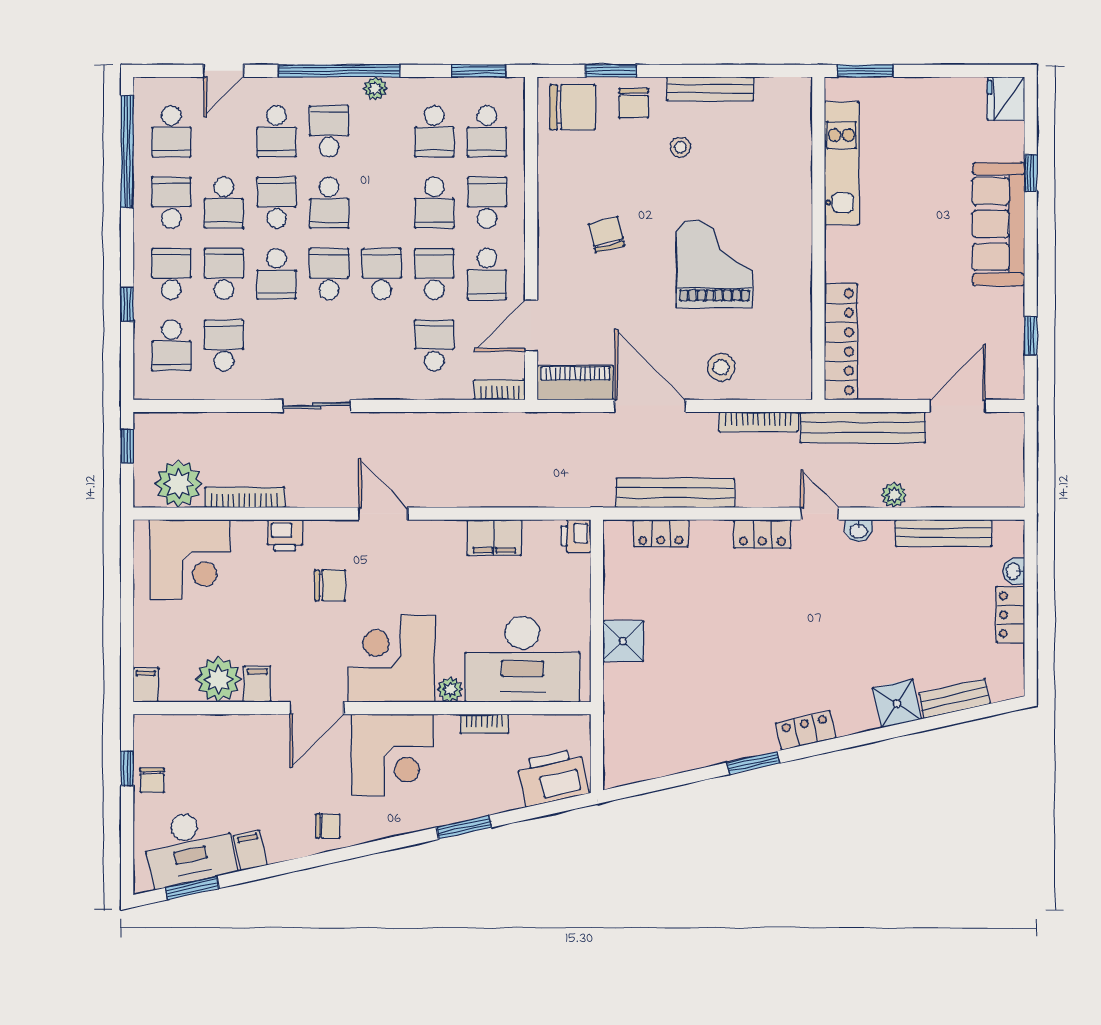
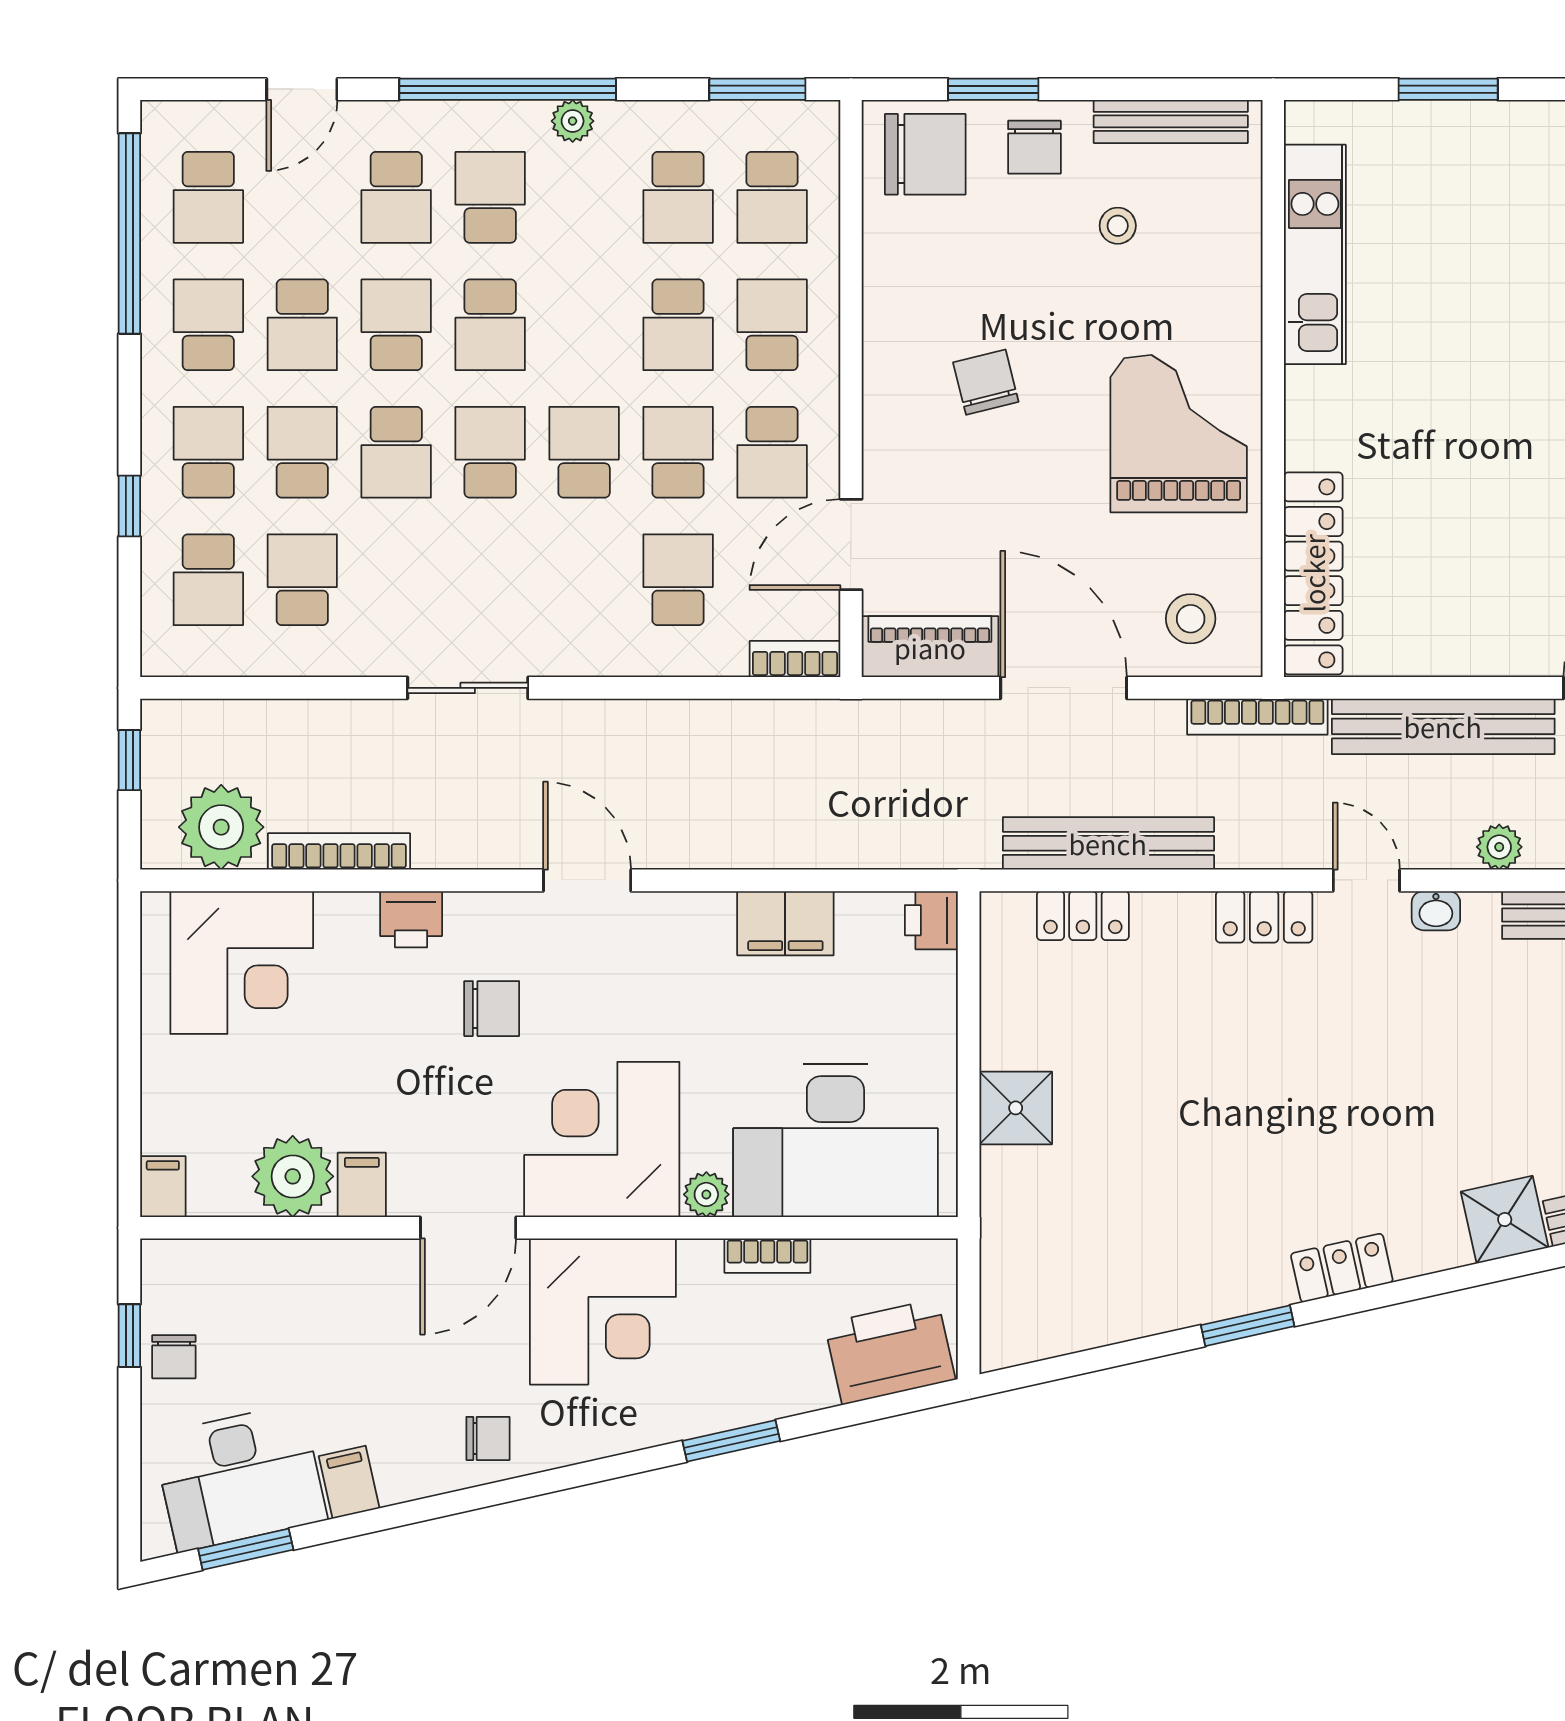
kitchen unit: (842, 163) -> (1315, 254), moved
wall: (818, 238) -> (1273, 389), moved
locker: (841, 342) -> (1313, 573), moved

